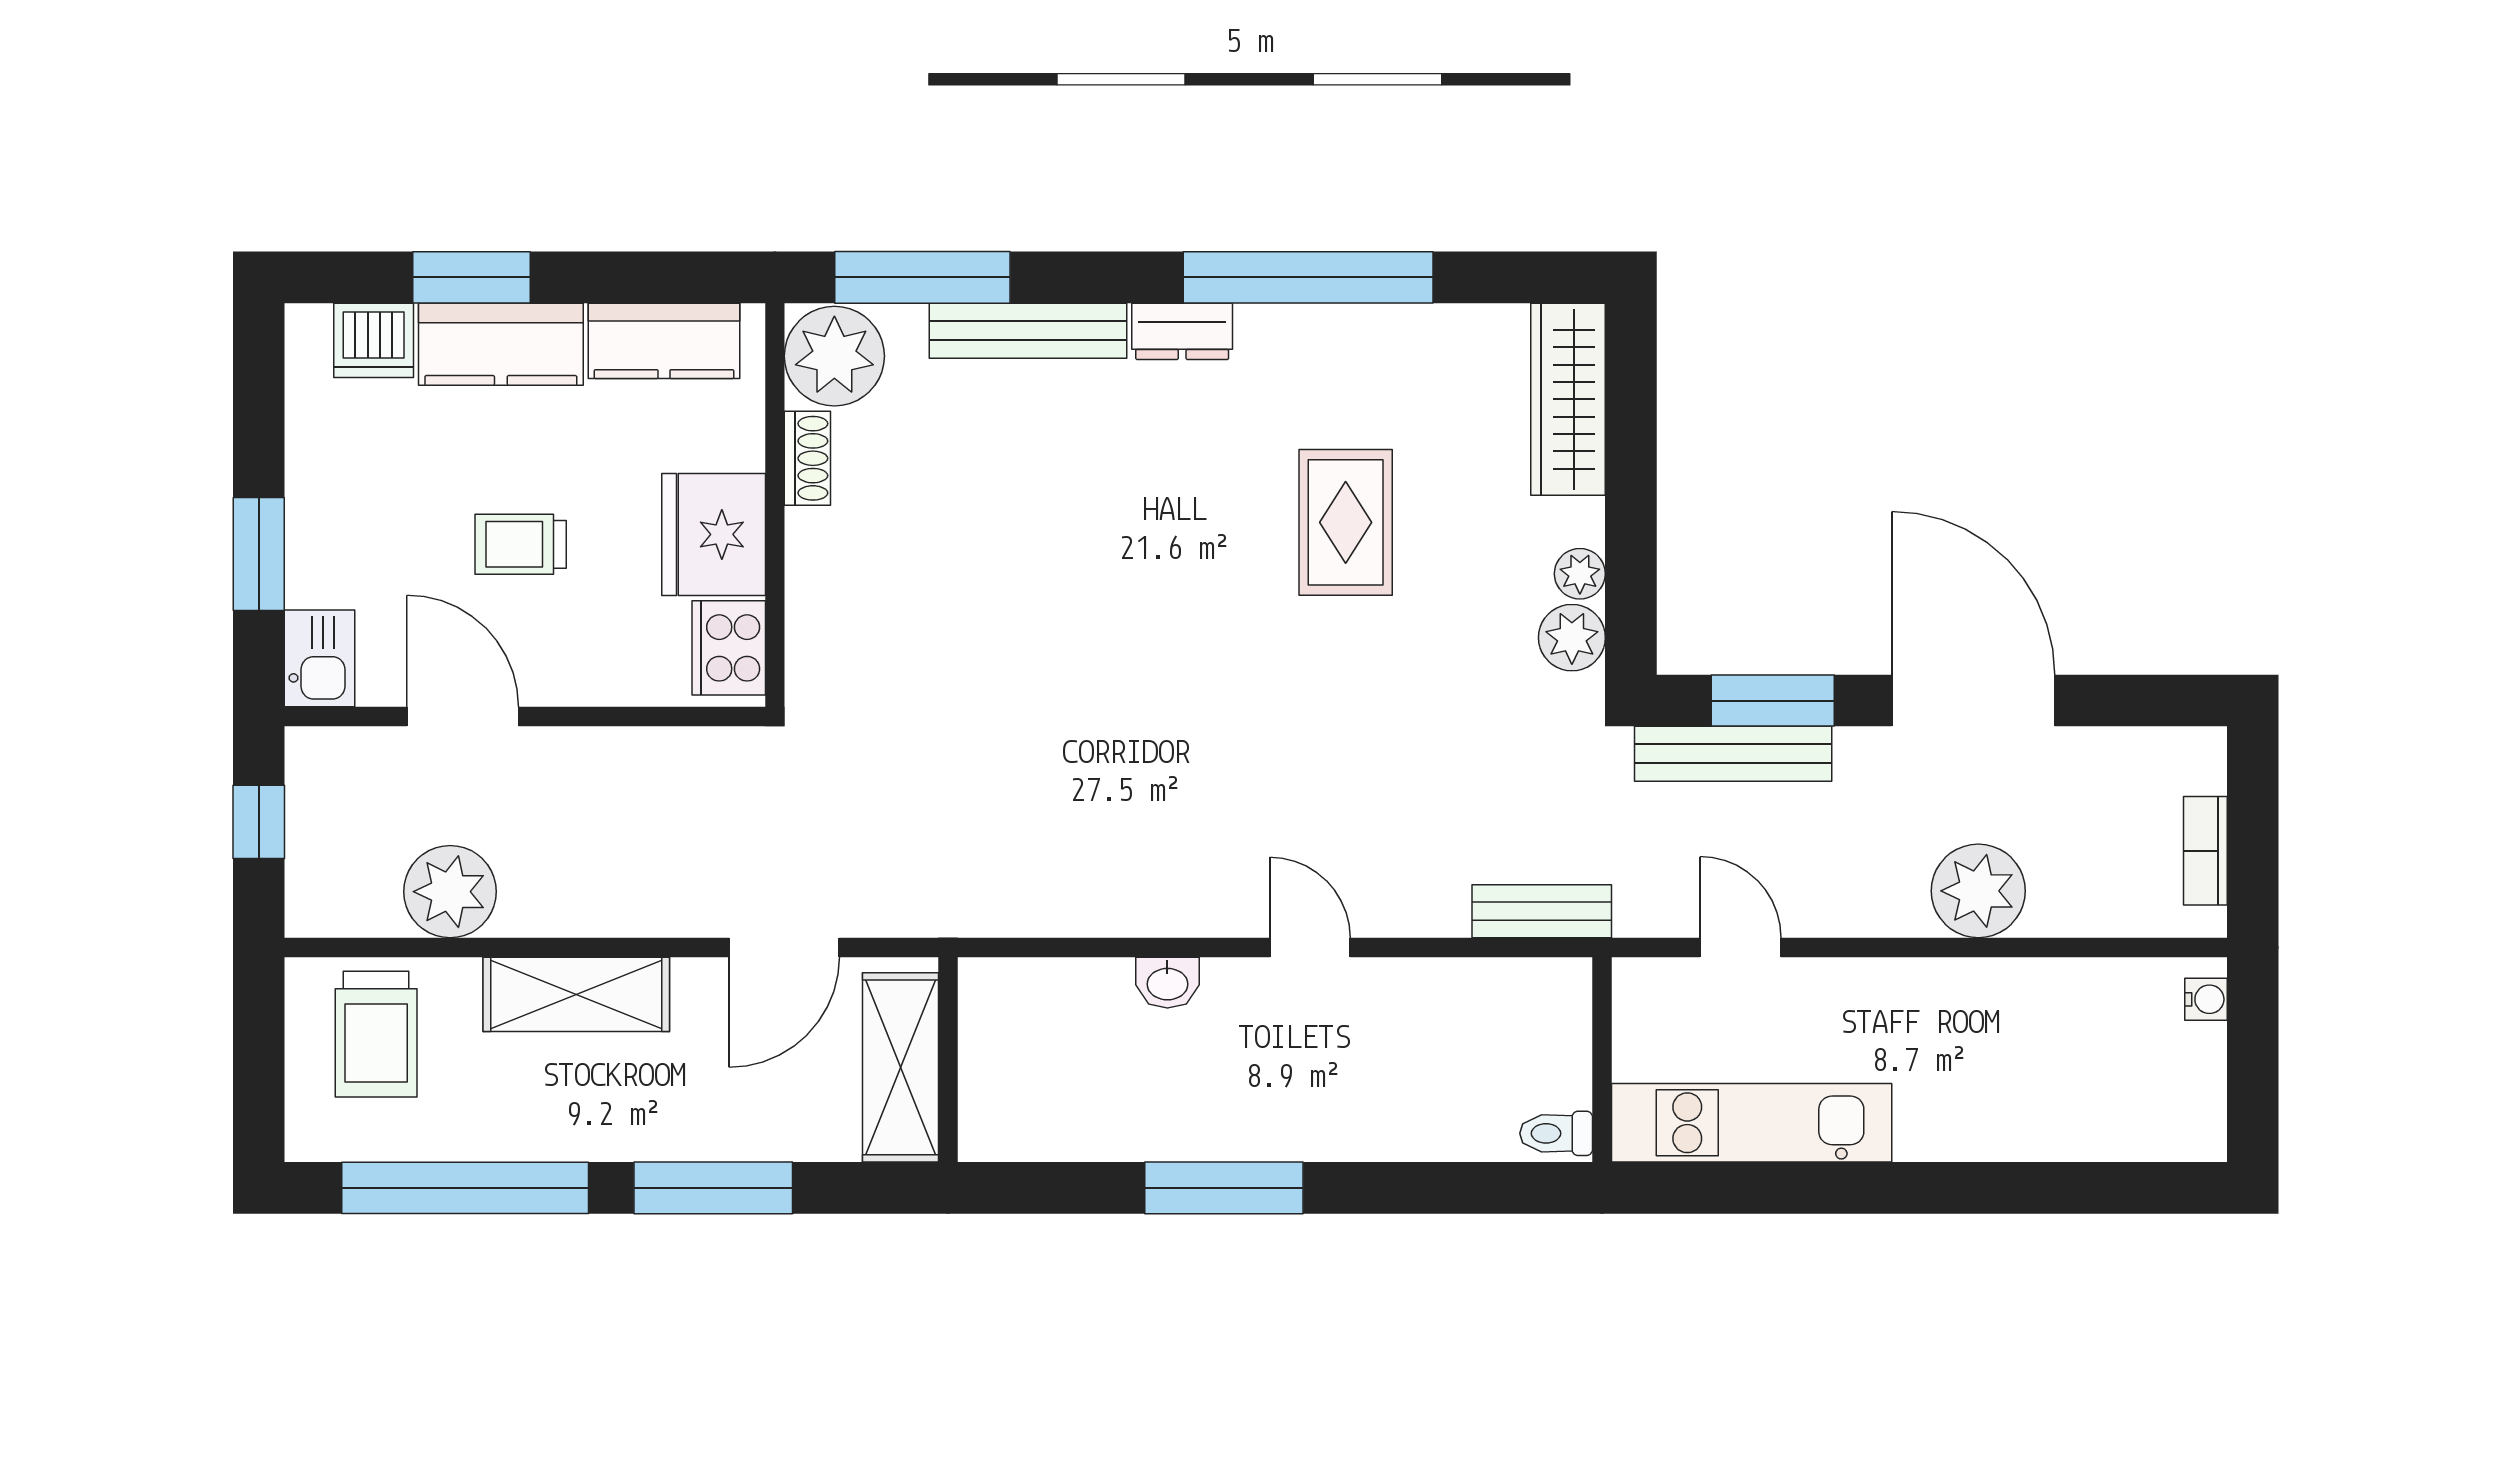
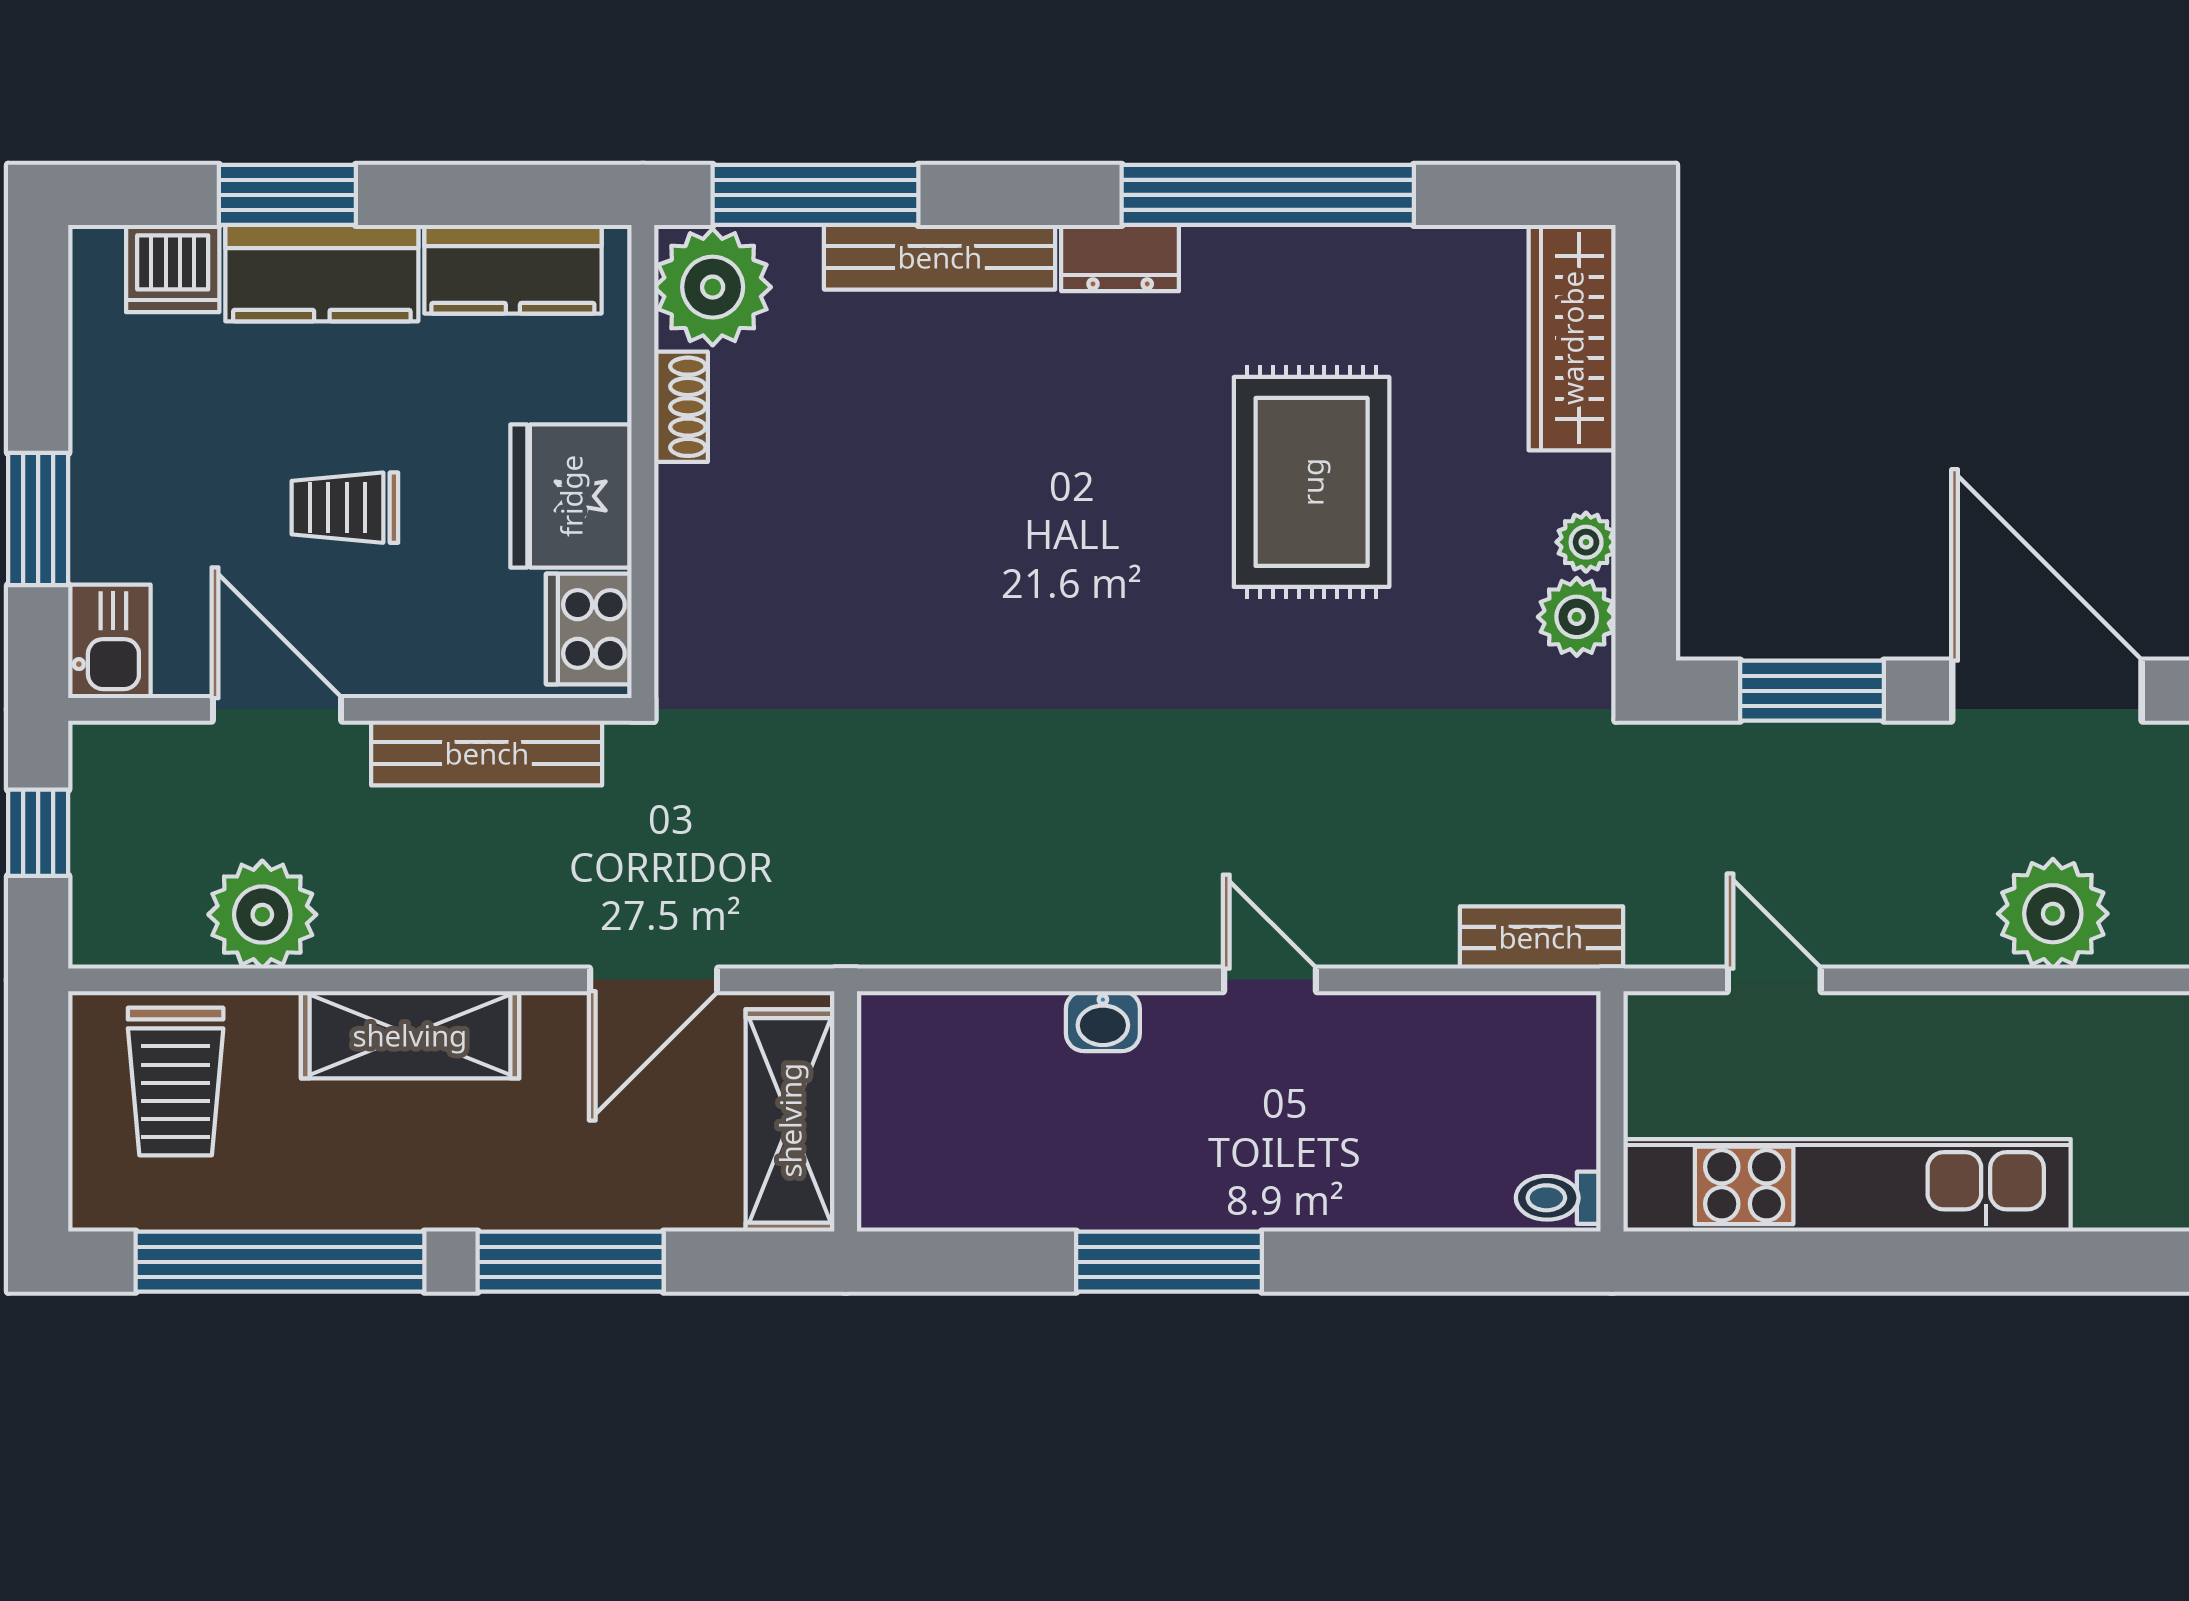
rug: (1346, 522) -> (1312, 482), width x1.36, depth x1.43
bench: (1733, 754) -> (487, 753), moved
kitchen unit: (1752, 1123) -> (1847, 1185), width x1.36

